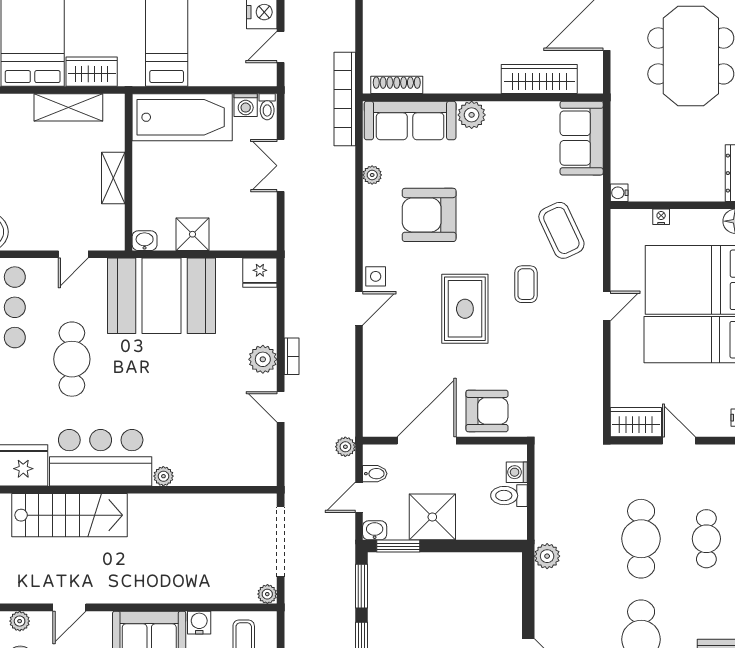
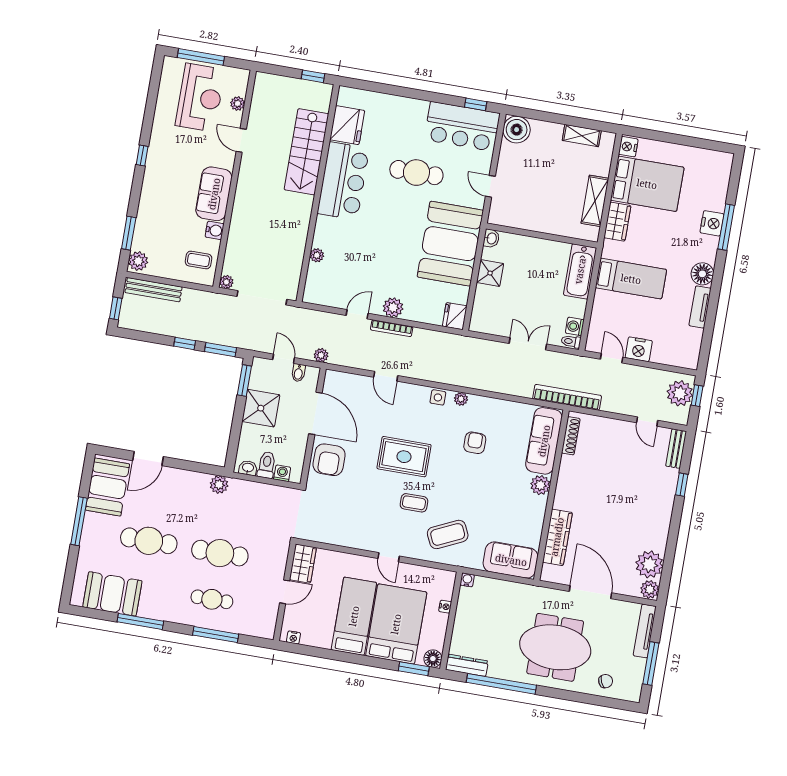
bathtub: (182, 117) -> (580, 271), width x0.73, depth x0.73
plant: (372, 175) -> (461, 399), moved
shelving: (113, 178) -> (539, 224), removed
armchair: (429, 215) -> (475, 443), width x0.53, depth x0.53
door: (359, 308) -> (386, 376), moved
bookcase: (292, 356) -> (392, 328), width x1.56
plant: (163, 476) -> (317, 255), moved
washbasin: (375, 530) -> (248, 468), moved, turned -90

